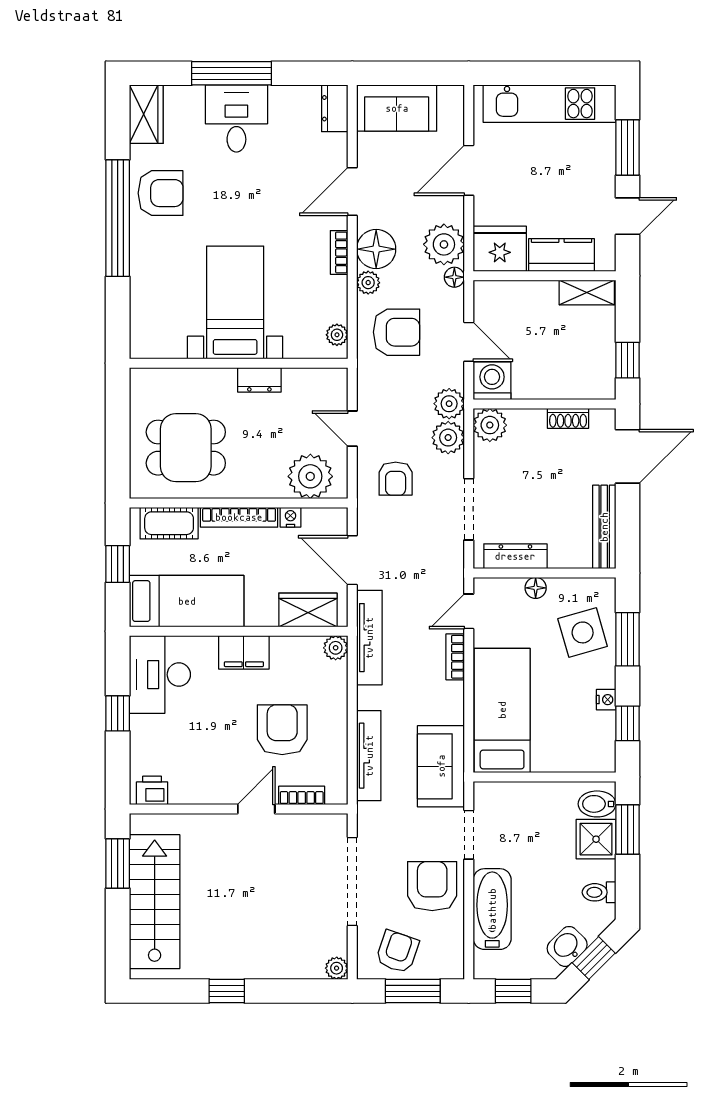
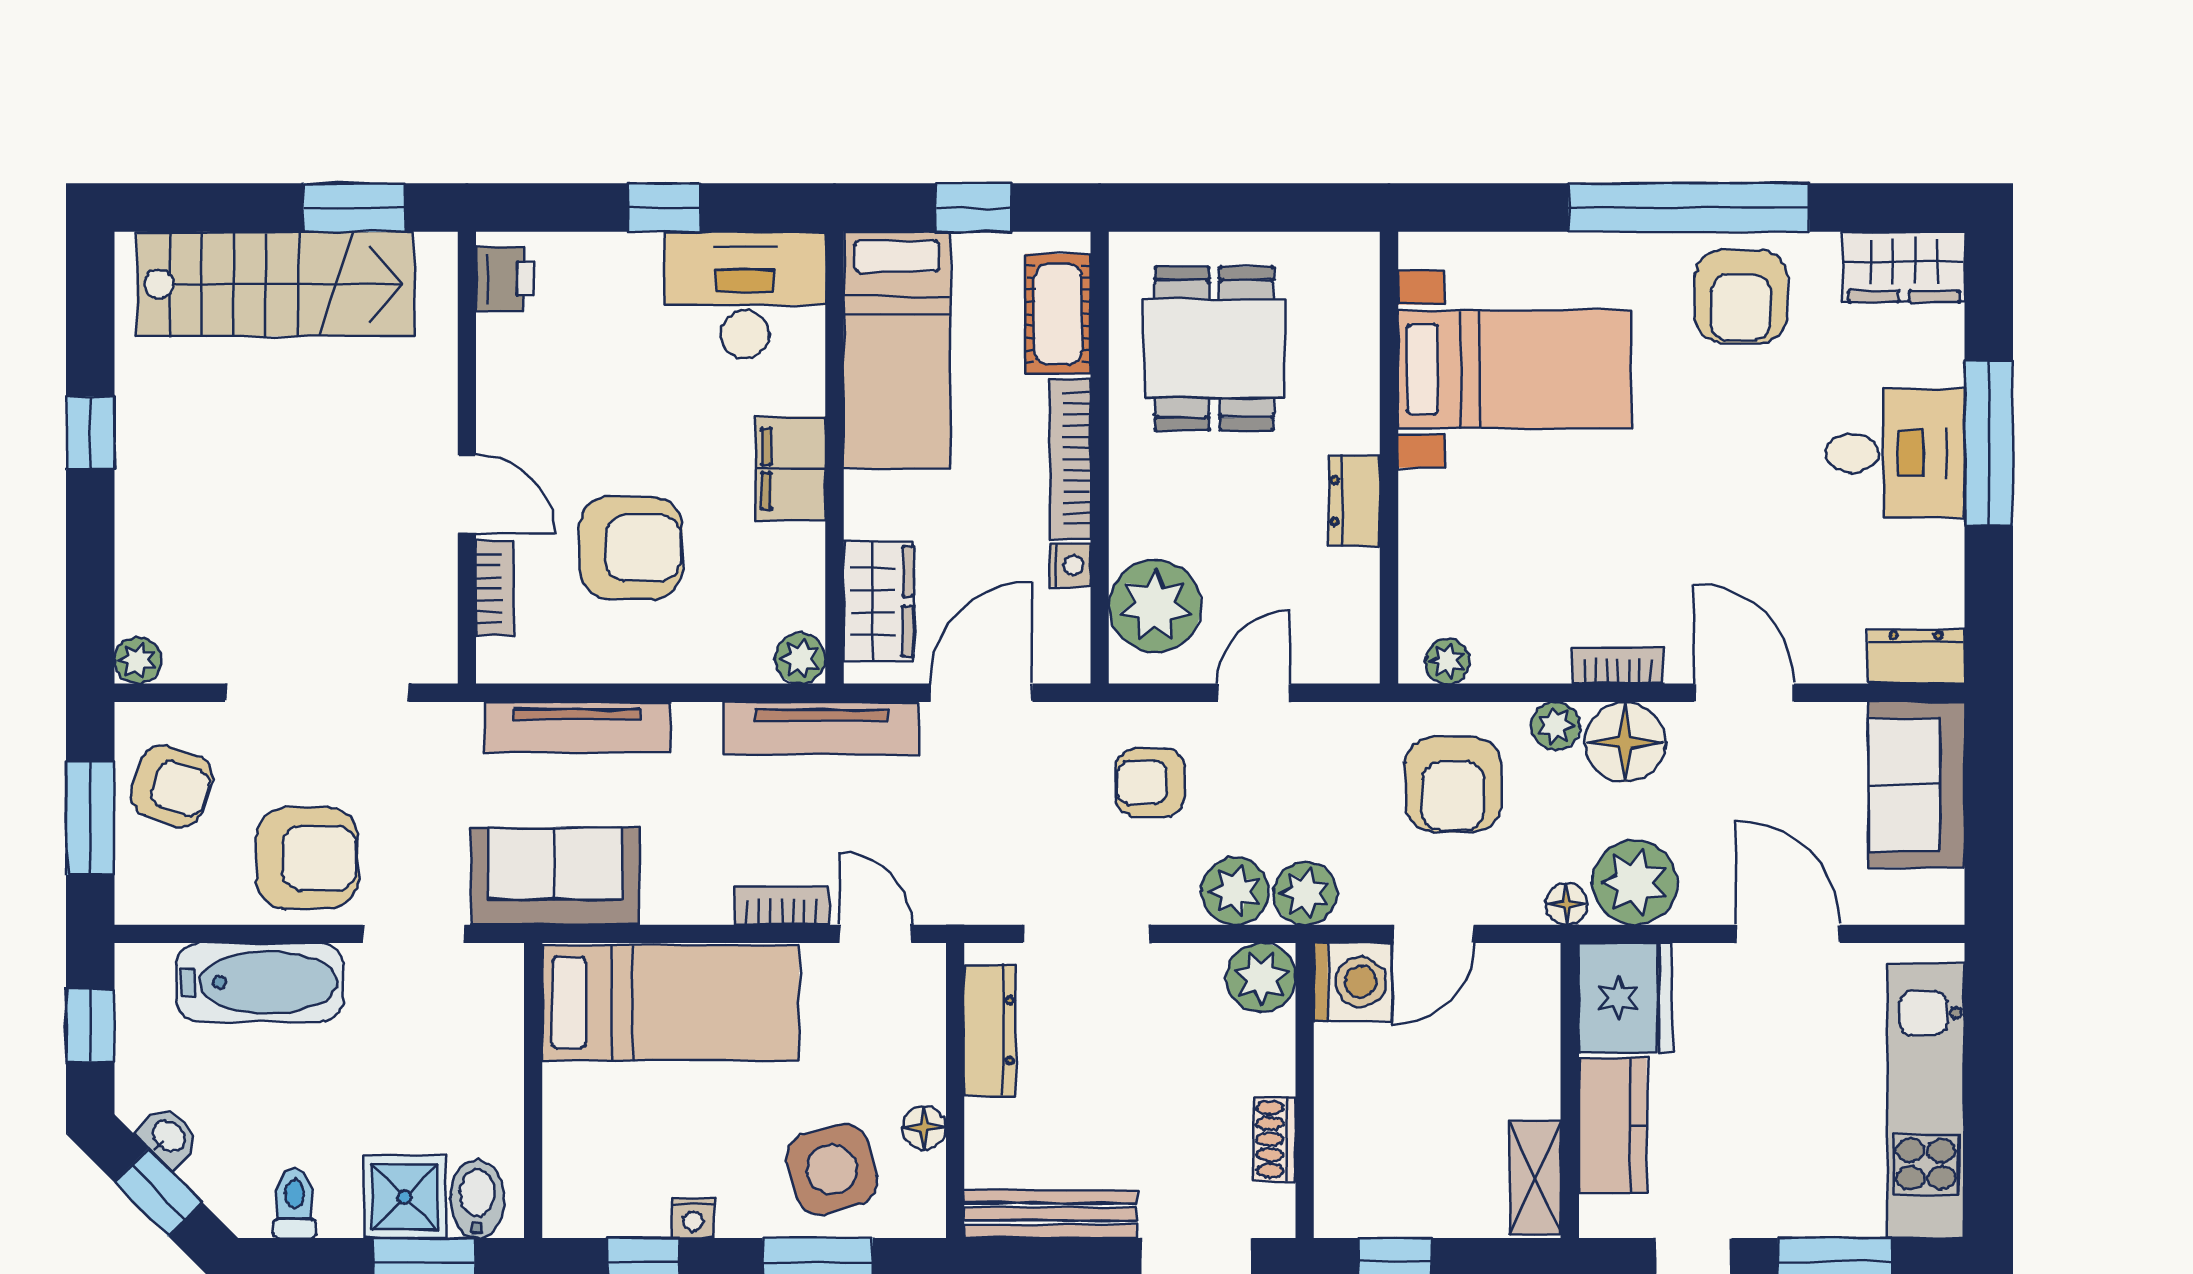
bed with nightstands: (235, 302) -> (1515, 369), moved
floor lamp: (536, 588) -> (924, 1128), moved
washbasin: (567, 946) -> (168, 1137), width x0.72, depth x0.69

